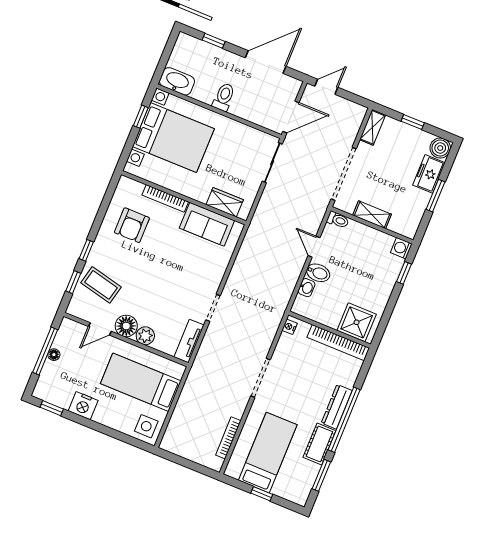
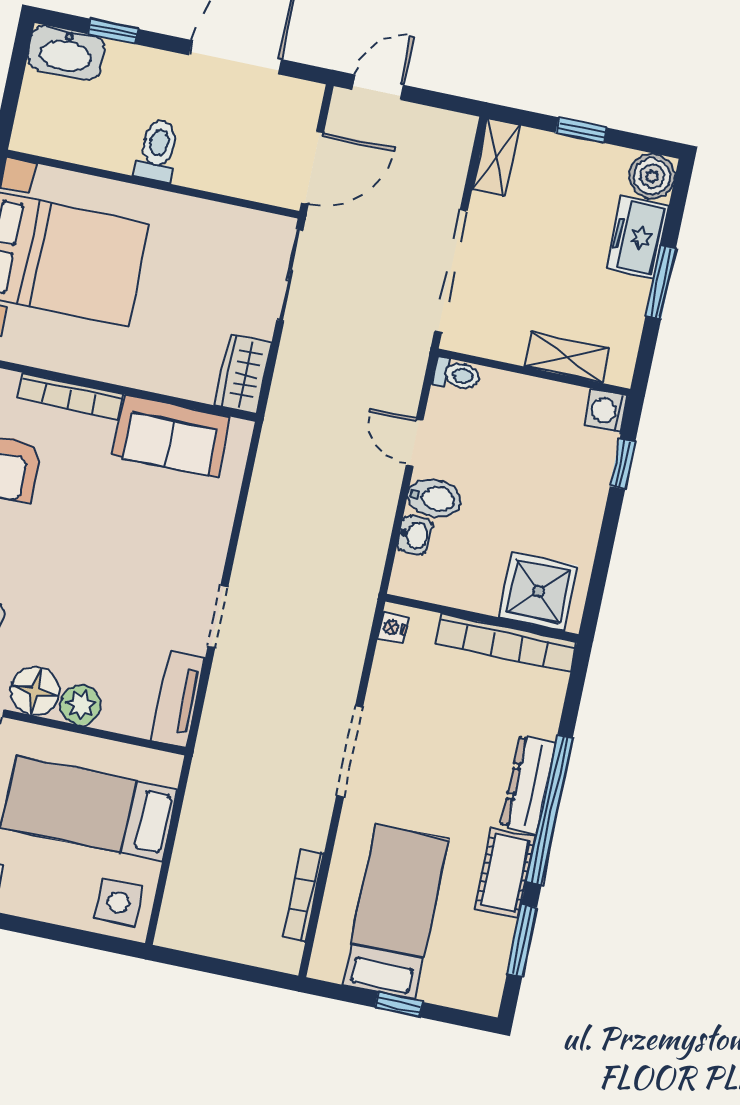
washbasin: (177, 81) -> (66, 53), moved, turned 180
wardrobe: (225, 202) -> (243, 374), moved, turned -90
shelving: (372, 215) -> (567, 357), moved

